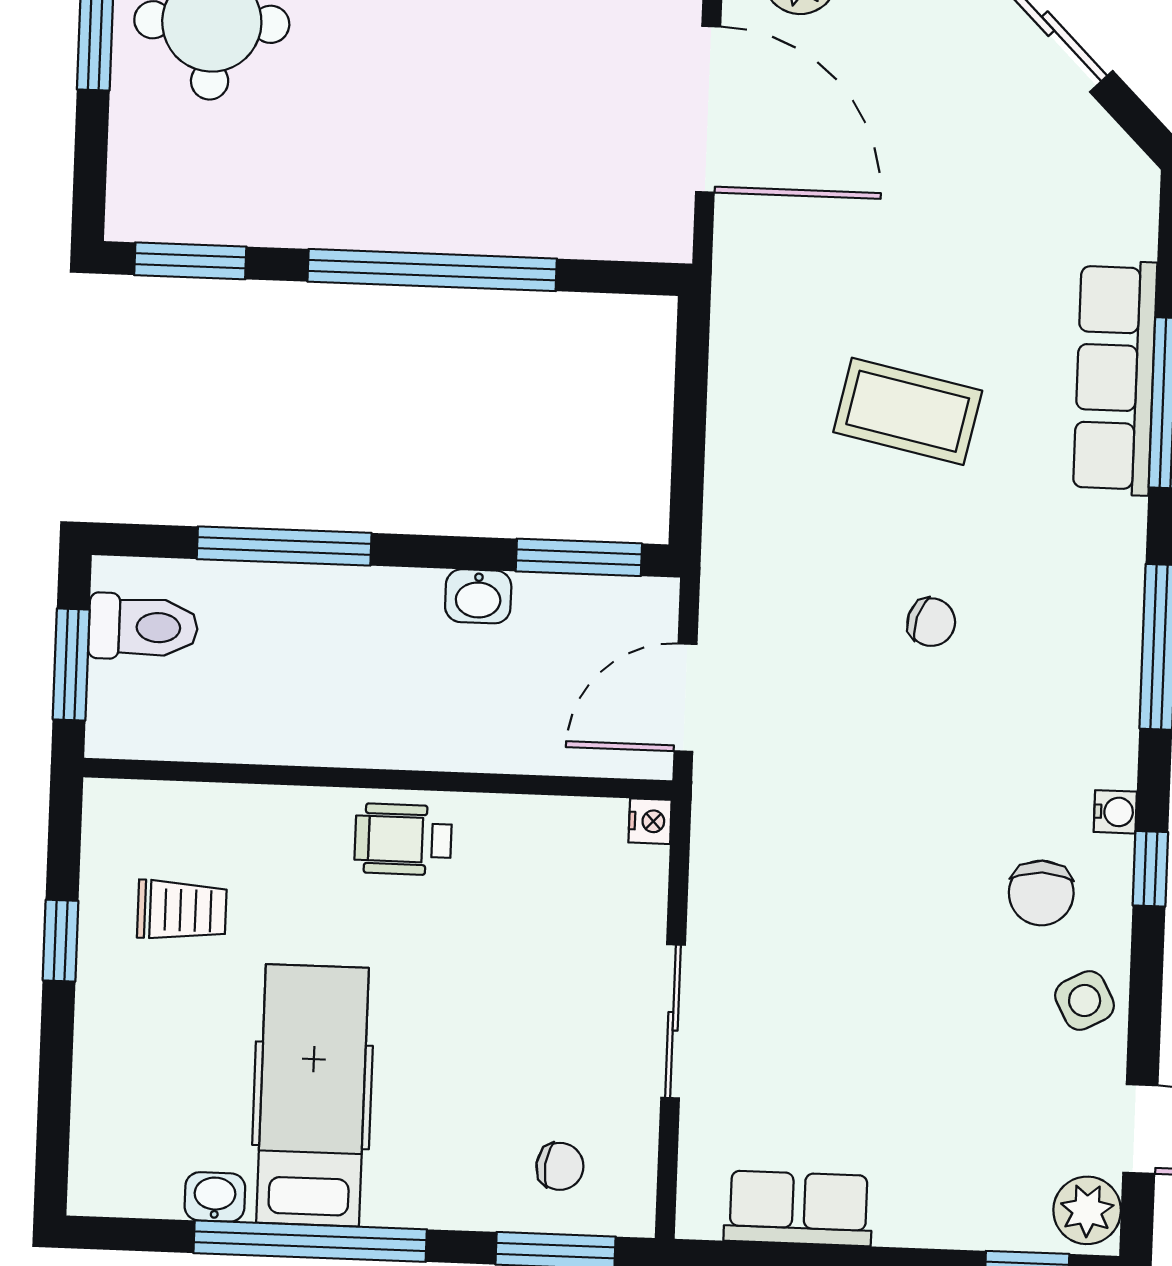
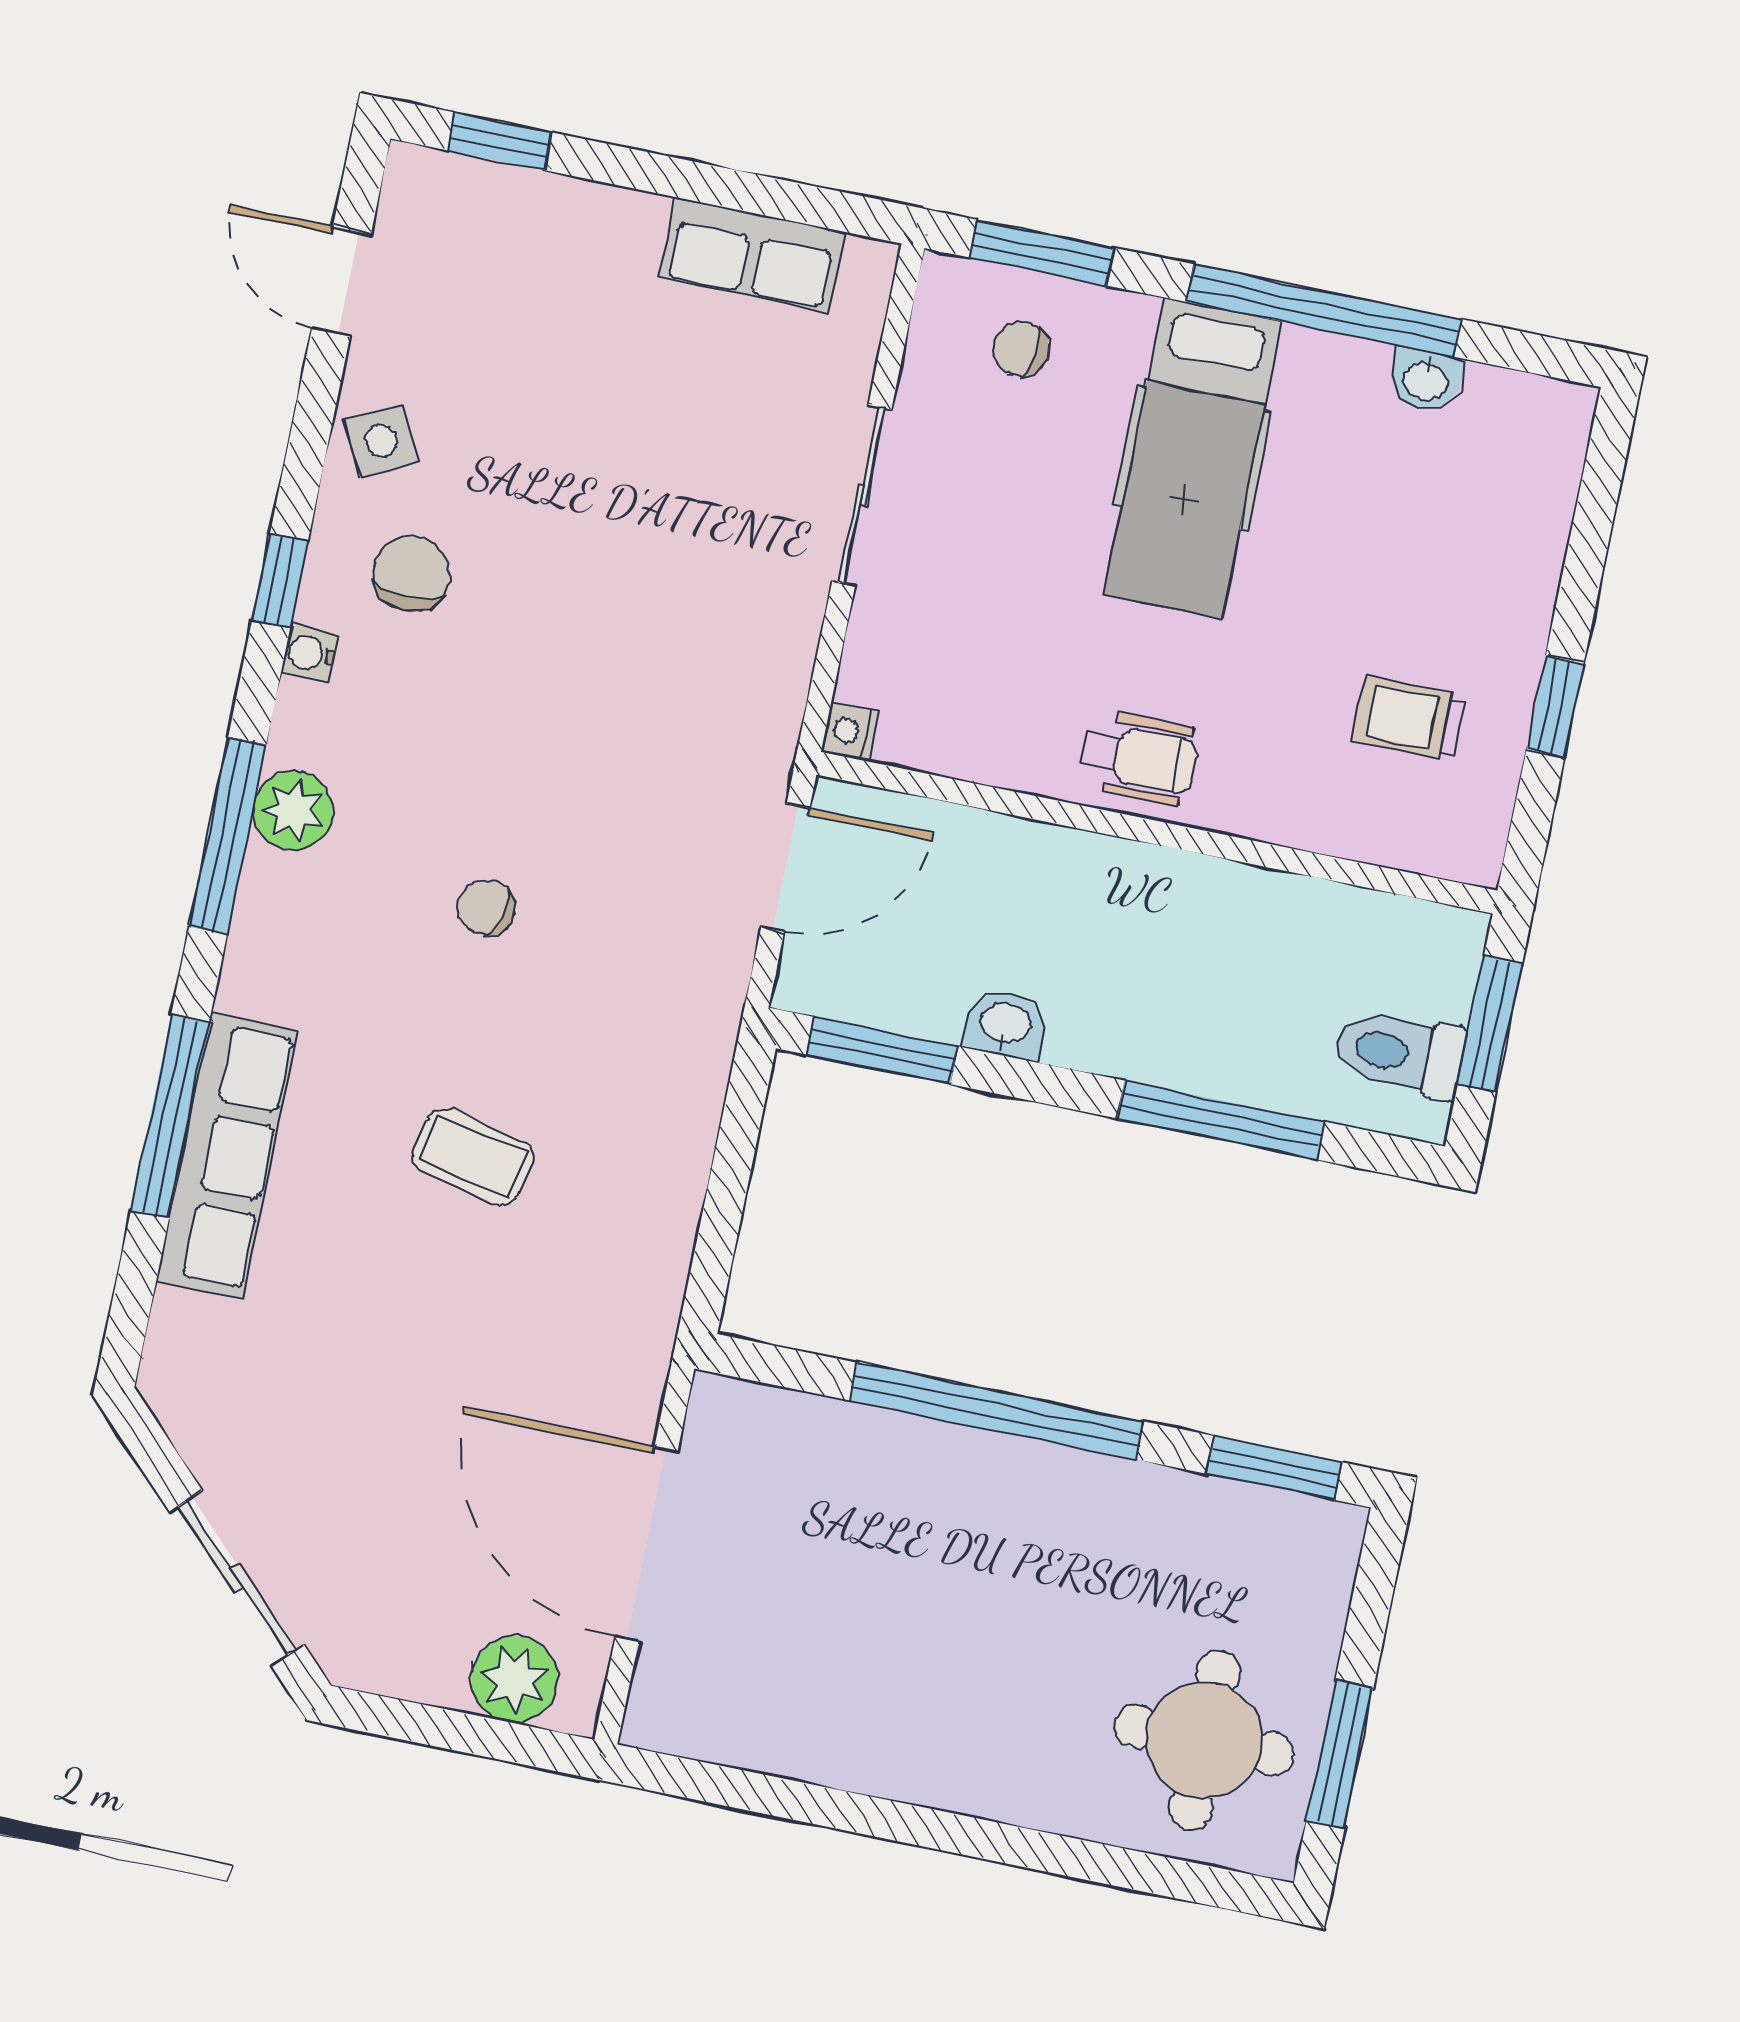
coffee table: (908, 411) -> (473, 1156), width x0.73, depth x0.77
hospital bed: (312, 1095) -> (1193, 458), moved
plant: (1087, 1210) -> (293, 811), moved

